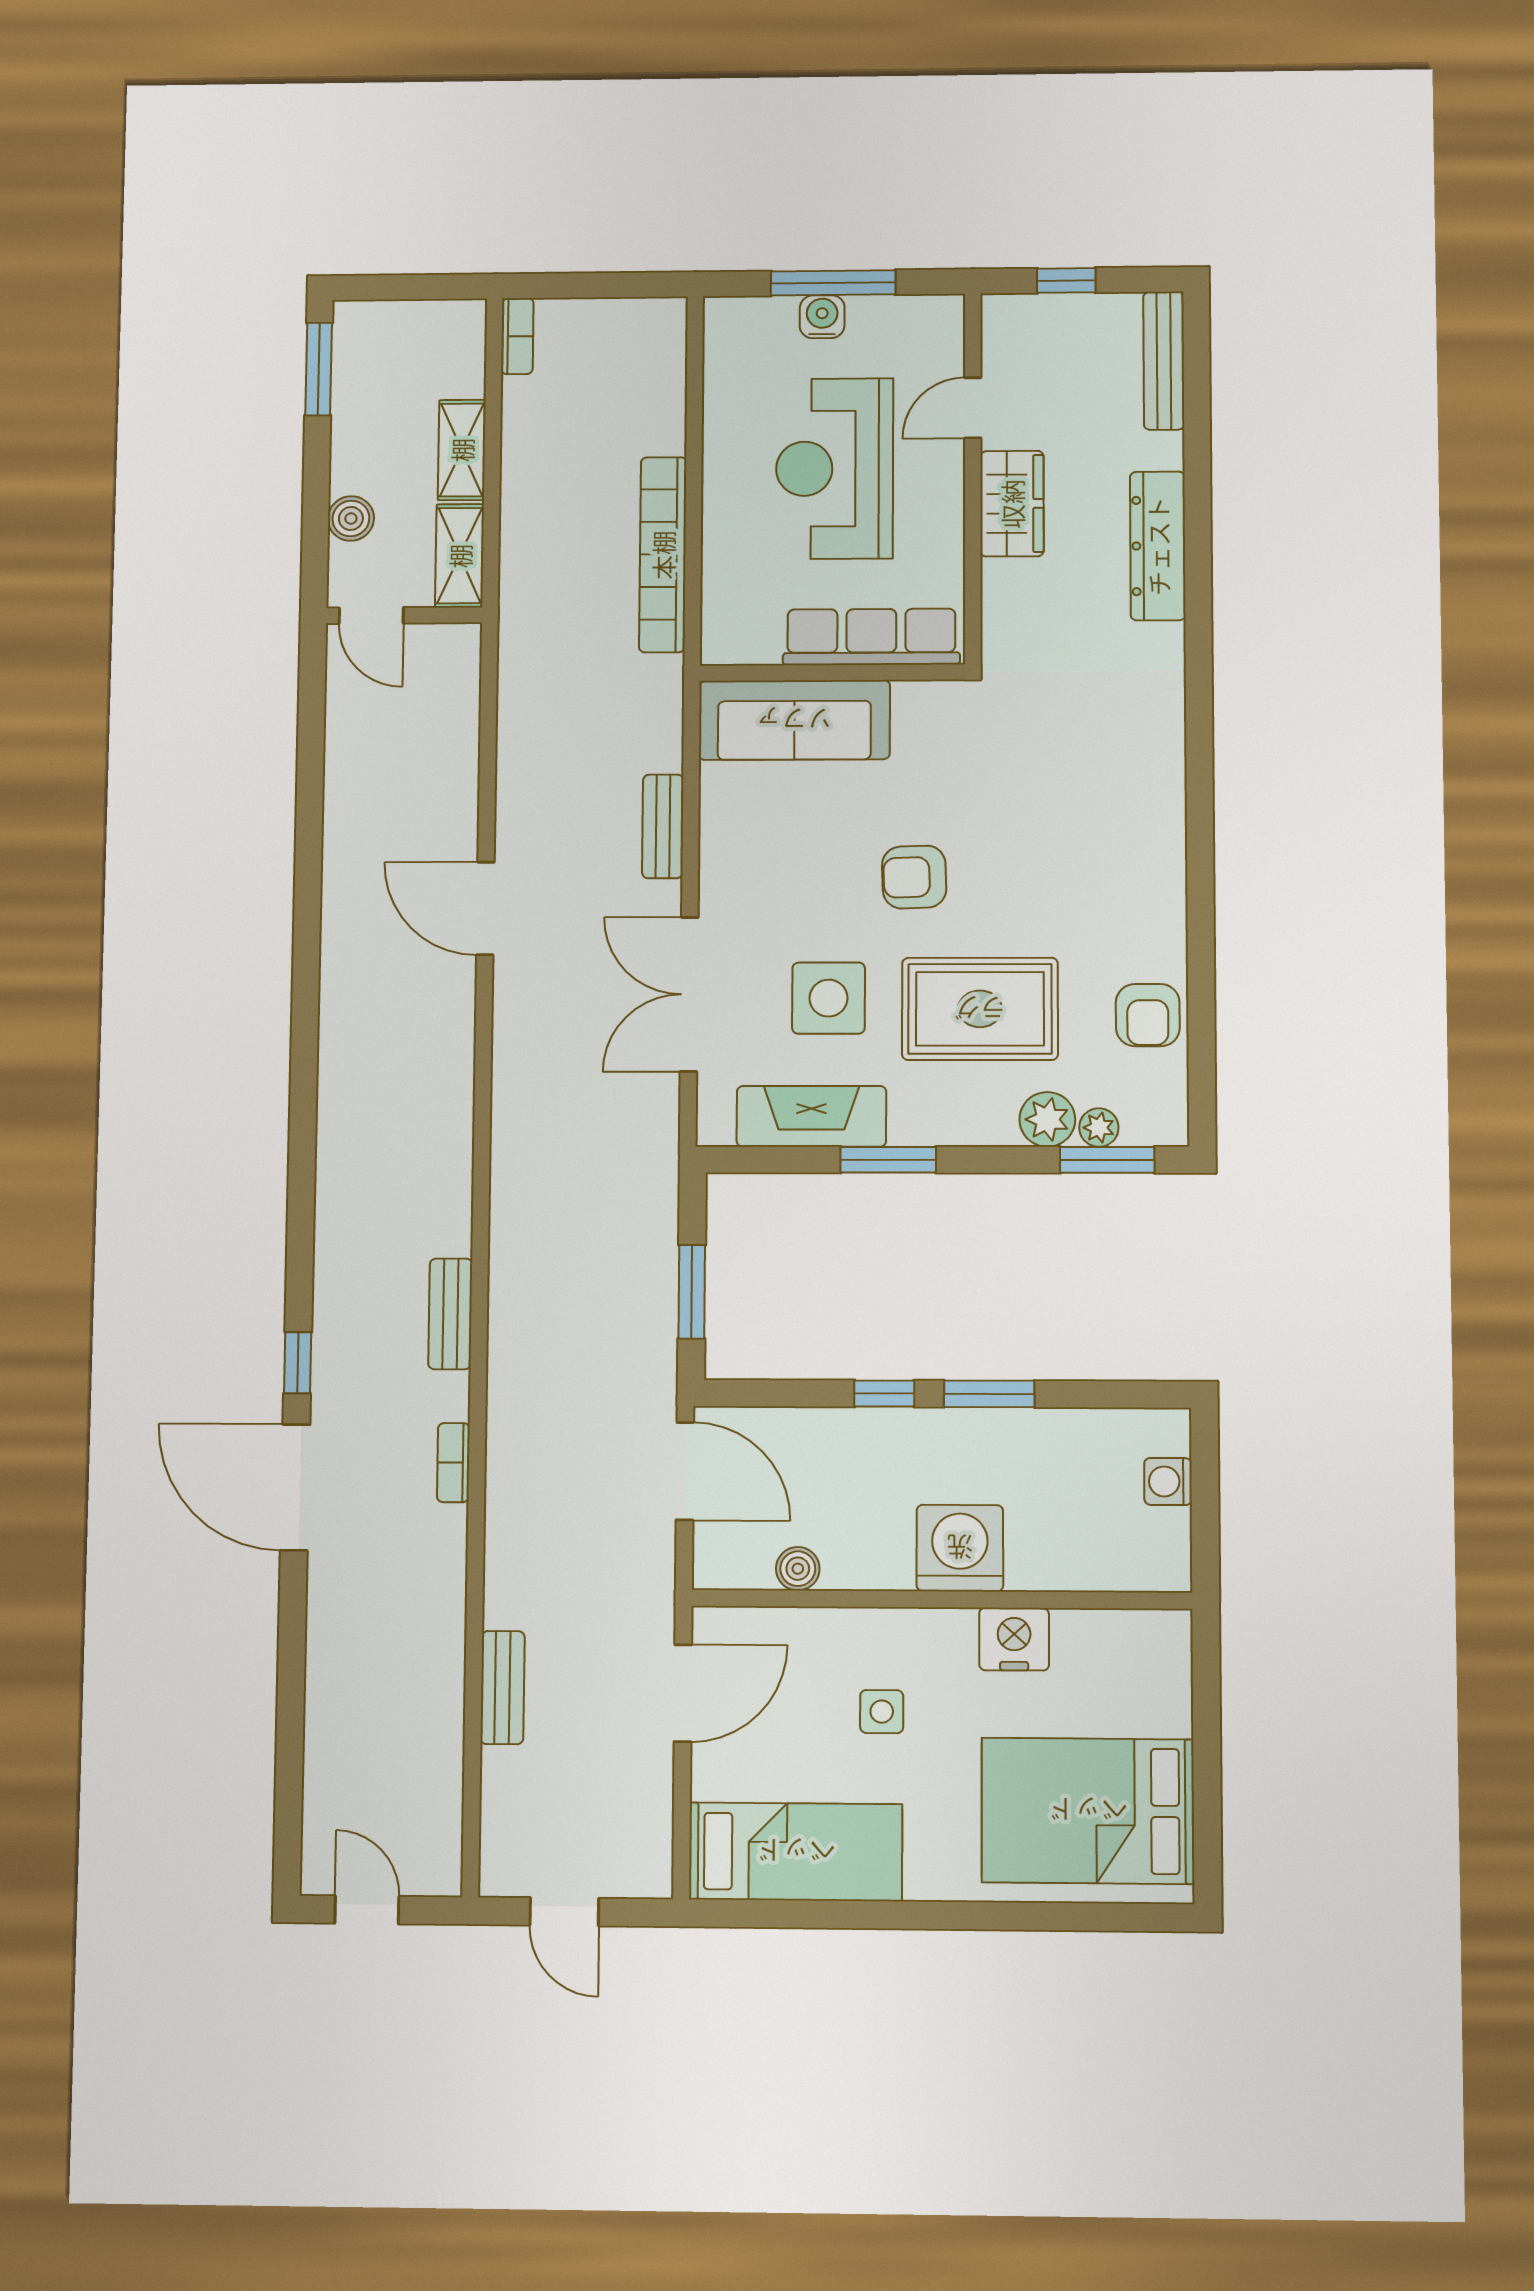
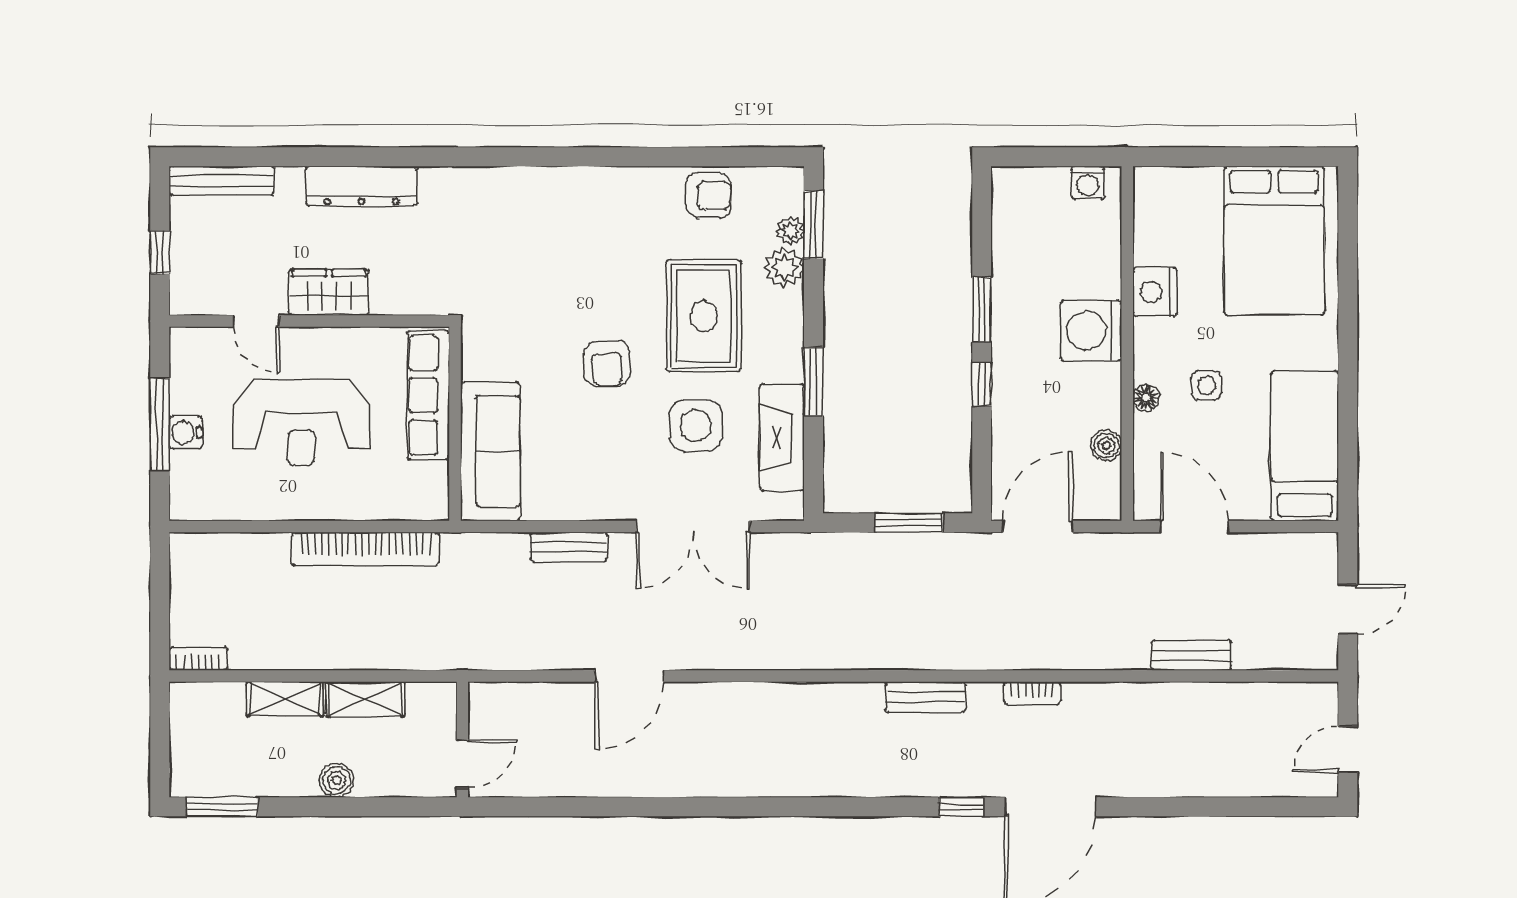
wall: (404, 615) -> (462, 739), moved
door: (371, 616) -> (462, 764), moved
washing machine: (1168, 1481) -> (1088, 183), moved
floor lamp: (865, 1626) -> (1146, 398), added

